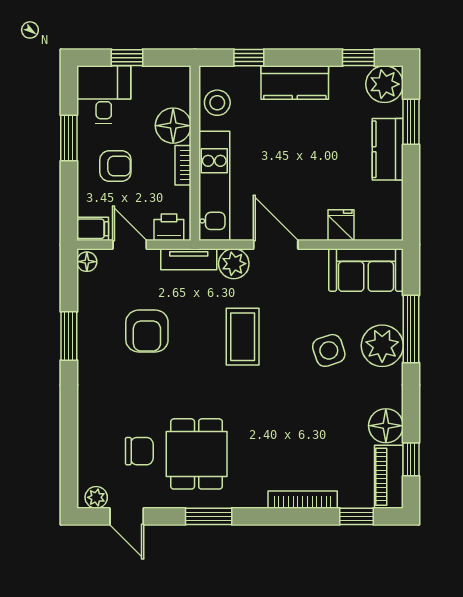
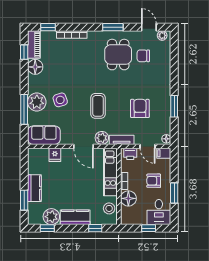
plant: (385, 84) -> (51, 217), moved

